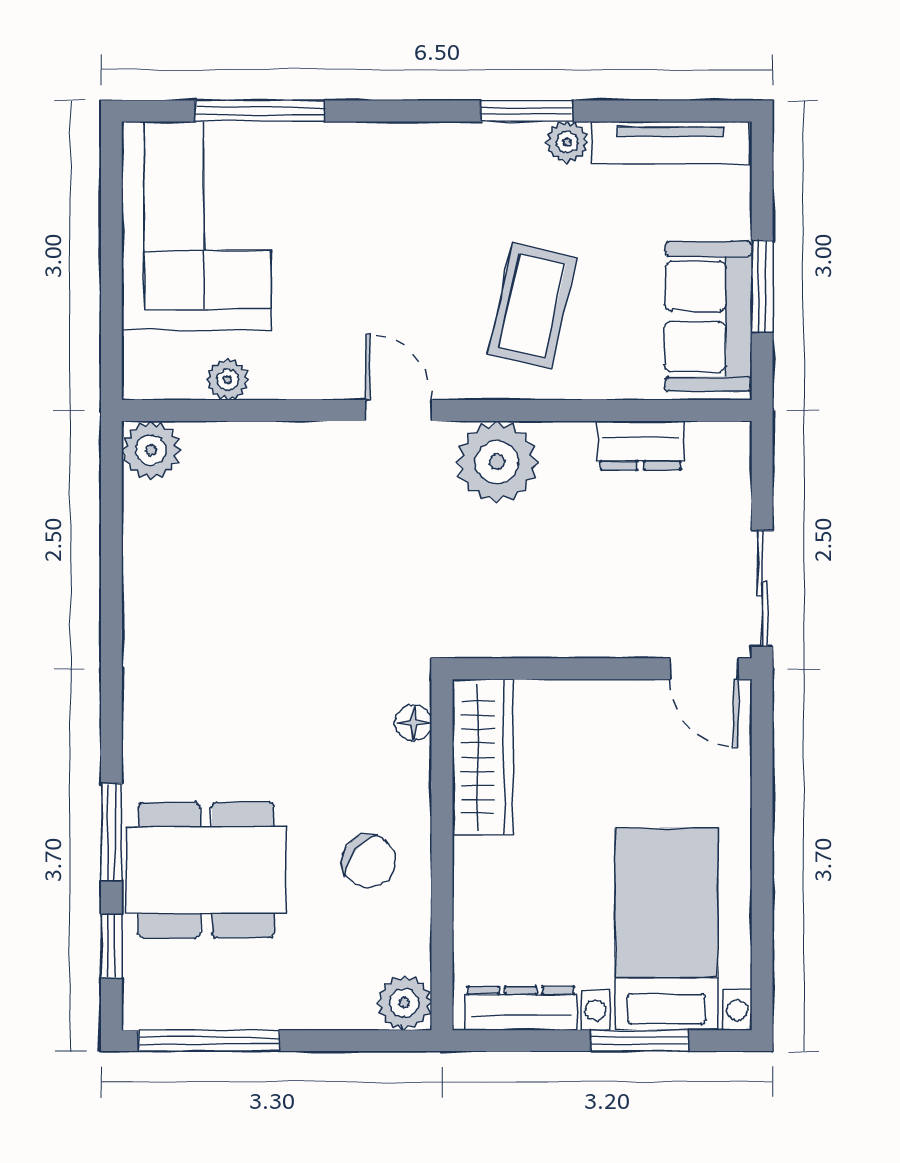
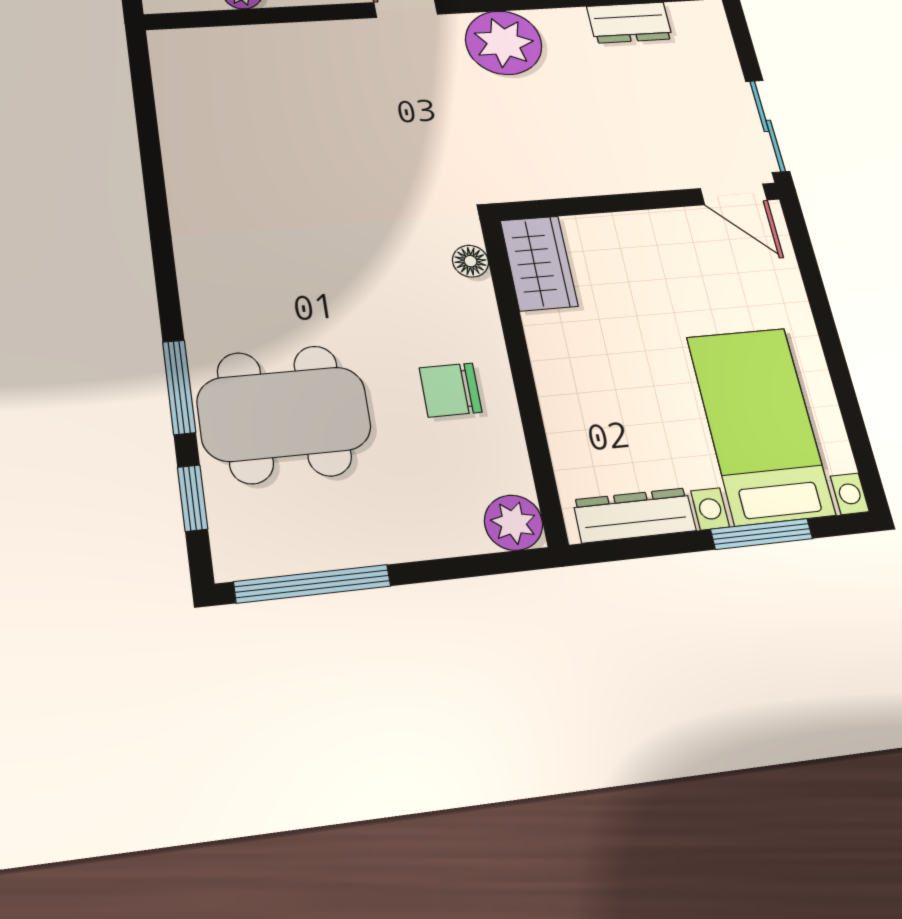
plant: (151, 450) -> (177, 52), removed
wardrobe: (482, 757) -> (539, 263), width x0.67
chair: (369, 861) -> (450, 390), turned 142

